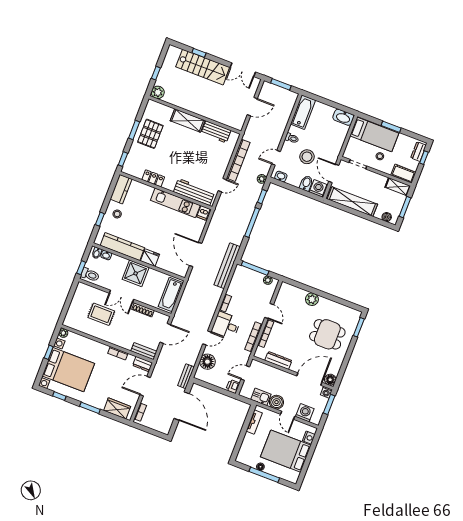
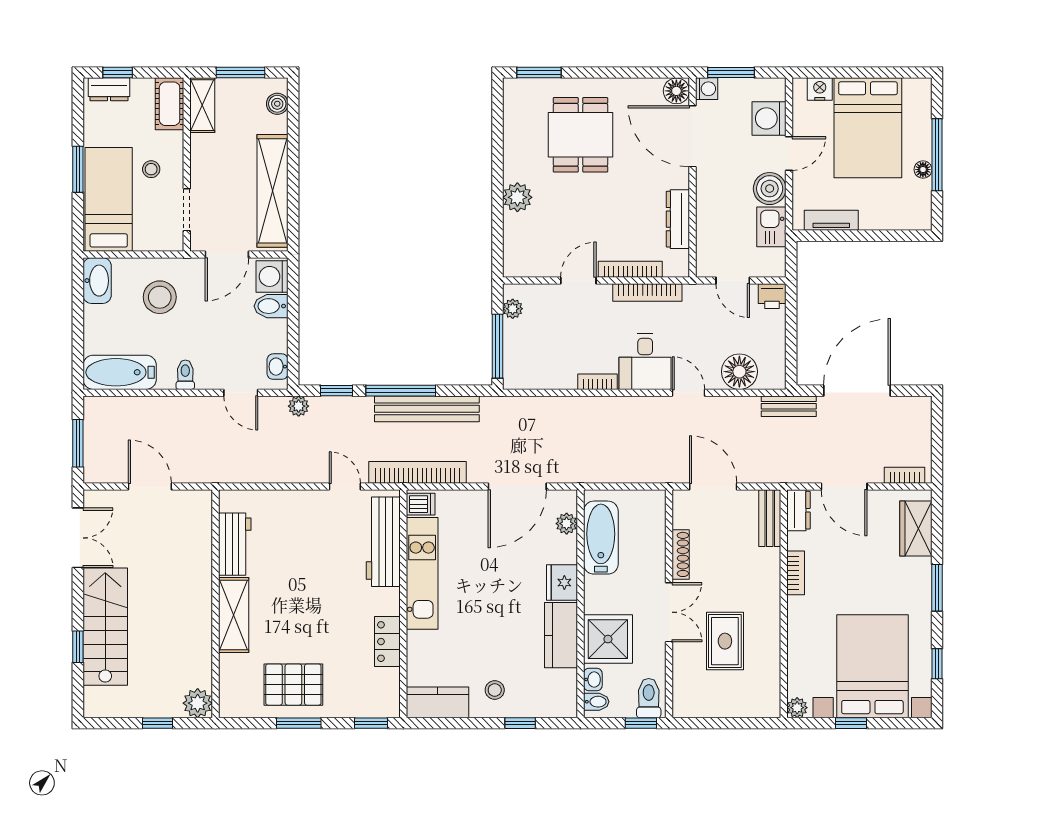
stool: (307, 157) -> (160, 297), moved
bookcase: (238, 160) -> (418, 472), moved
kitchen counter: (122, 247) -> (561, 635), width x0.67
bench: (227, 266) -> (427, 409), moved
plant: (173, 269) -> (567, 524), added
shower: (136, 273) -> (608, 639), moved
bathtub: (171, 295) -> (601, 538), moved, turned -90

